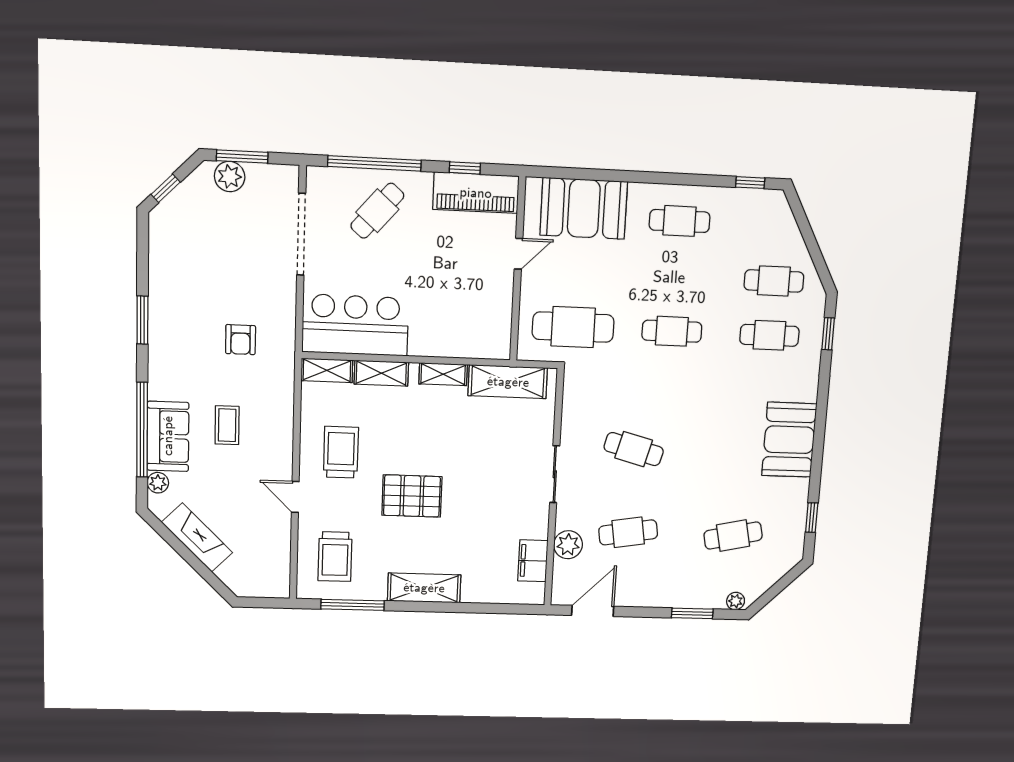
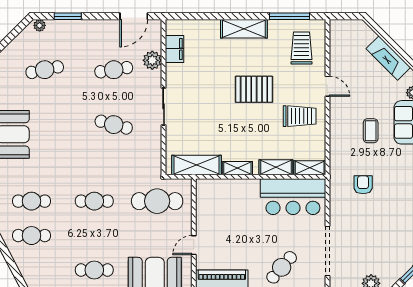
trolley: (341, 452) -> (300, 116), turned -90

